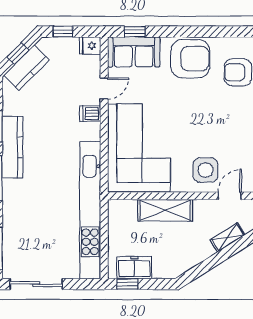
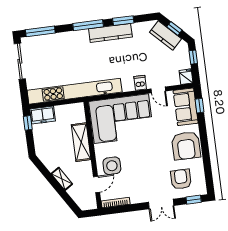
door: (230, 196) -> (97, 184), hinge flipped
shelving: (228, 237) -> (62, 179), moved
freezer: (134, 268) -> (43, 115), moved, turned 90

